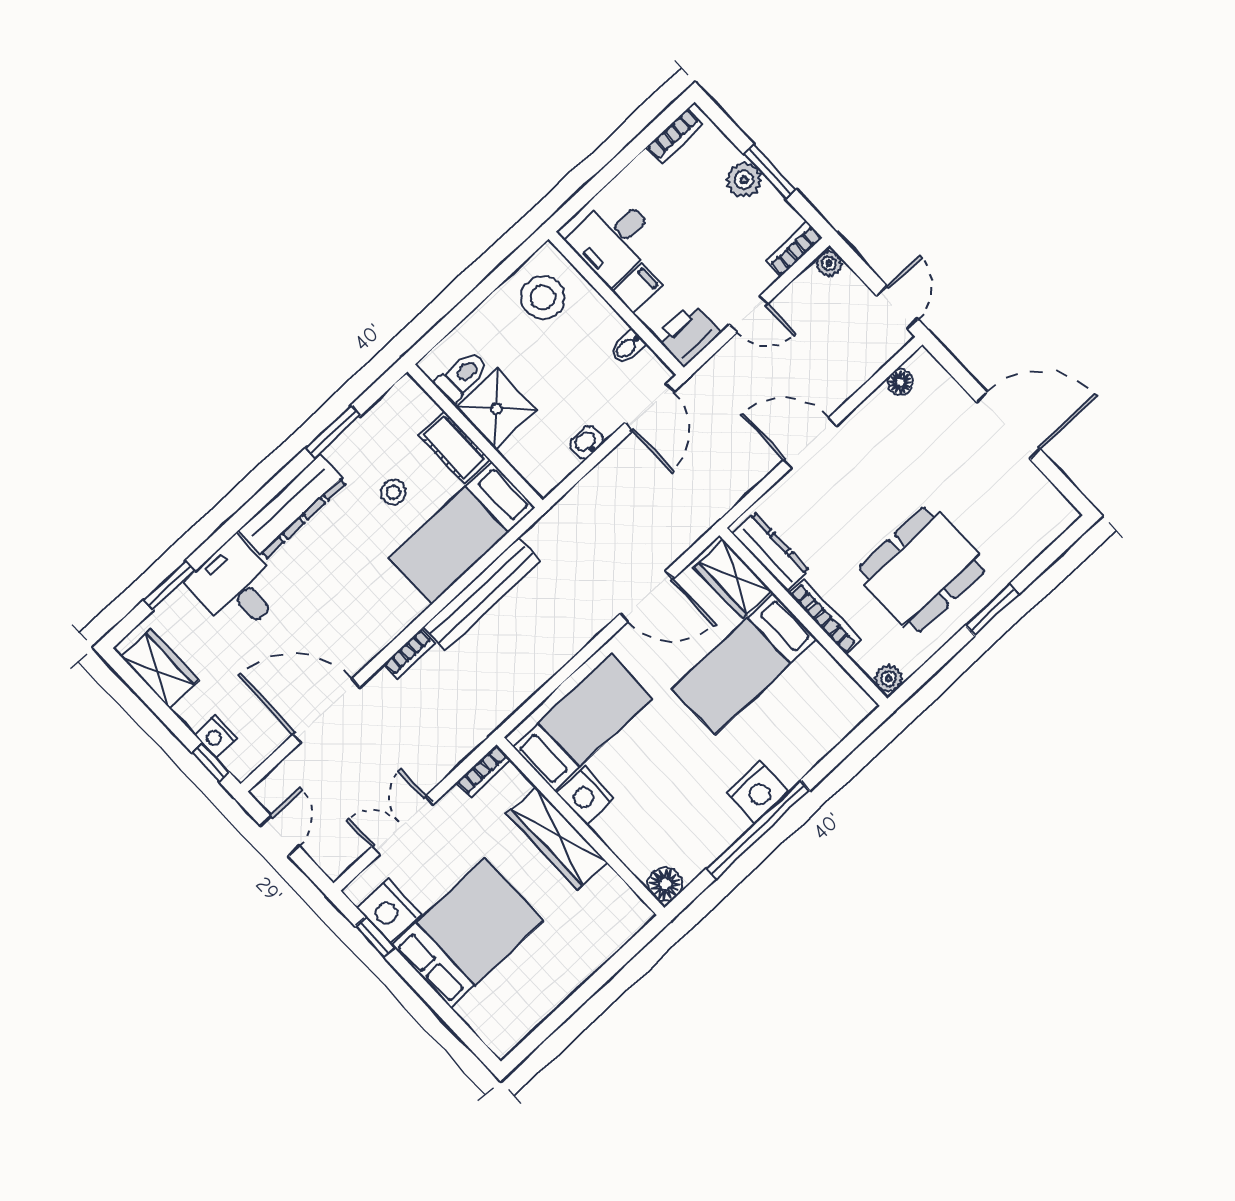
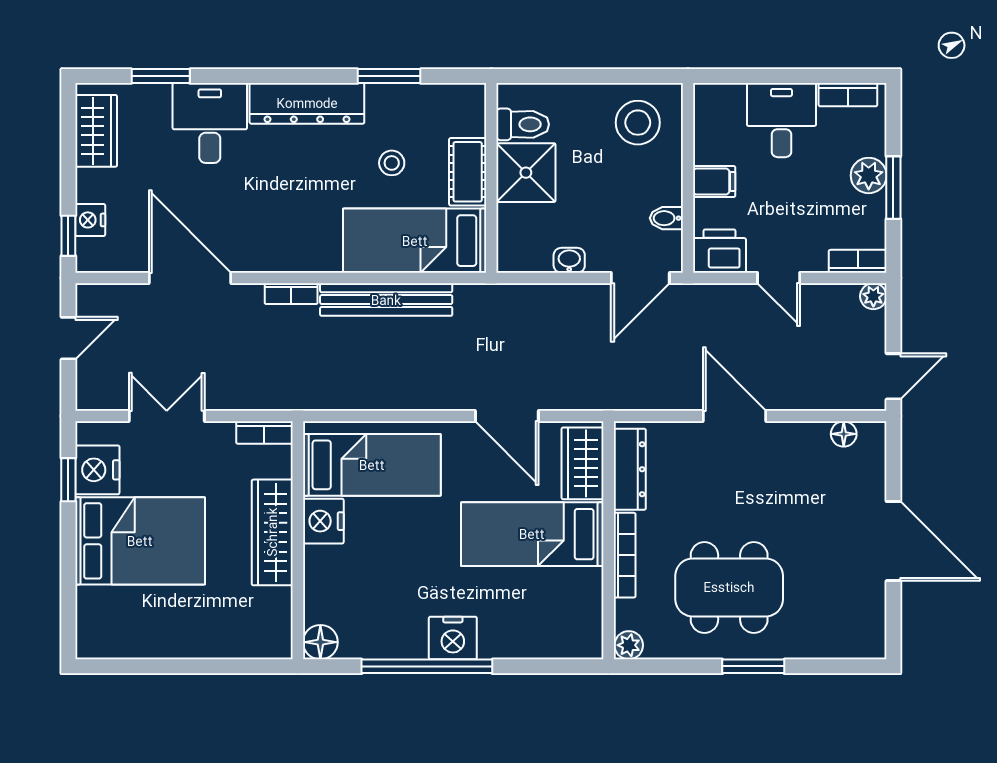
desk: (613, 239) -> (781, 120), moved, turned 90

